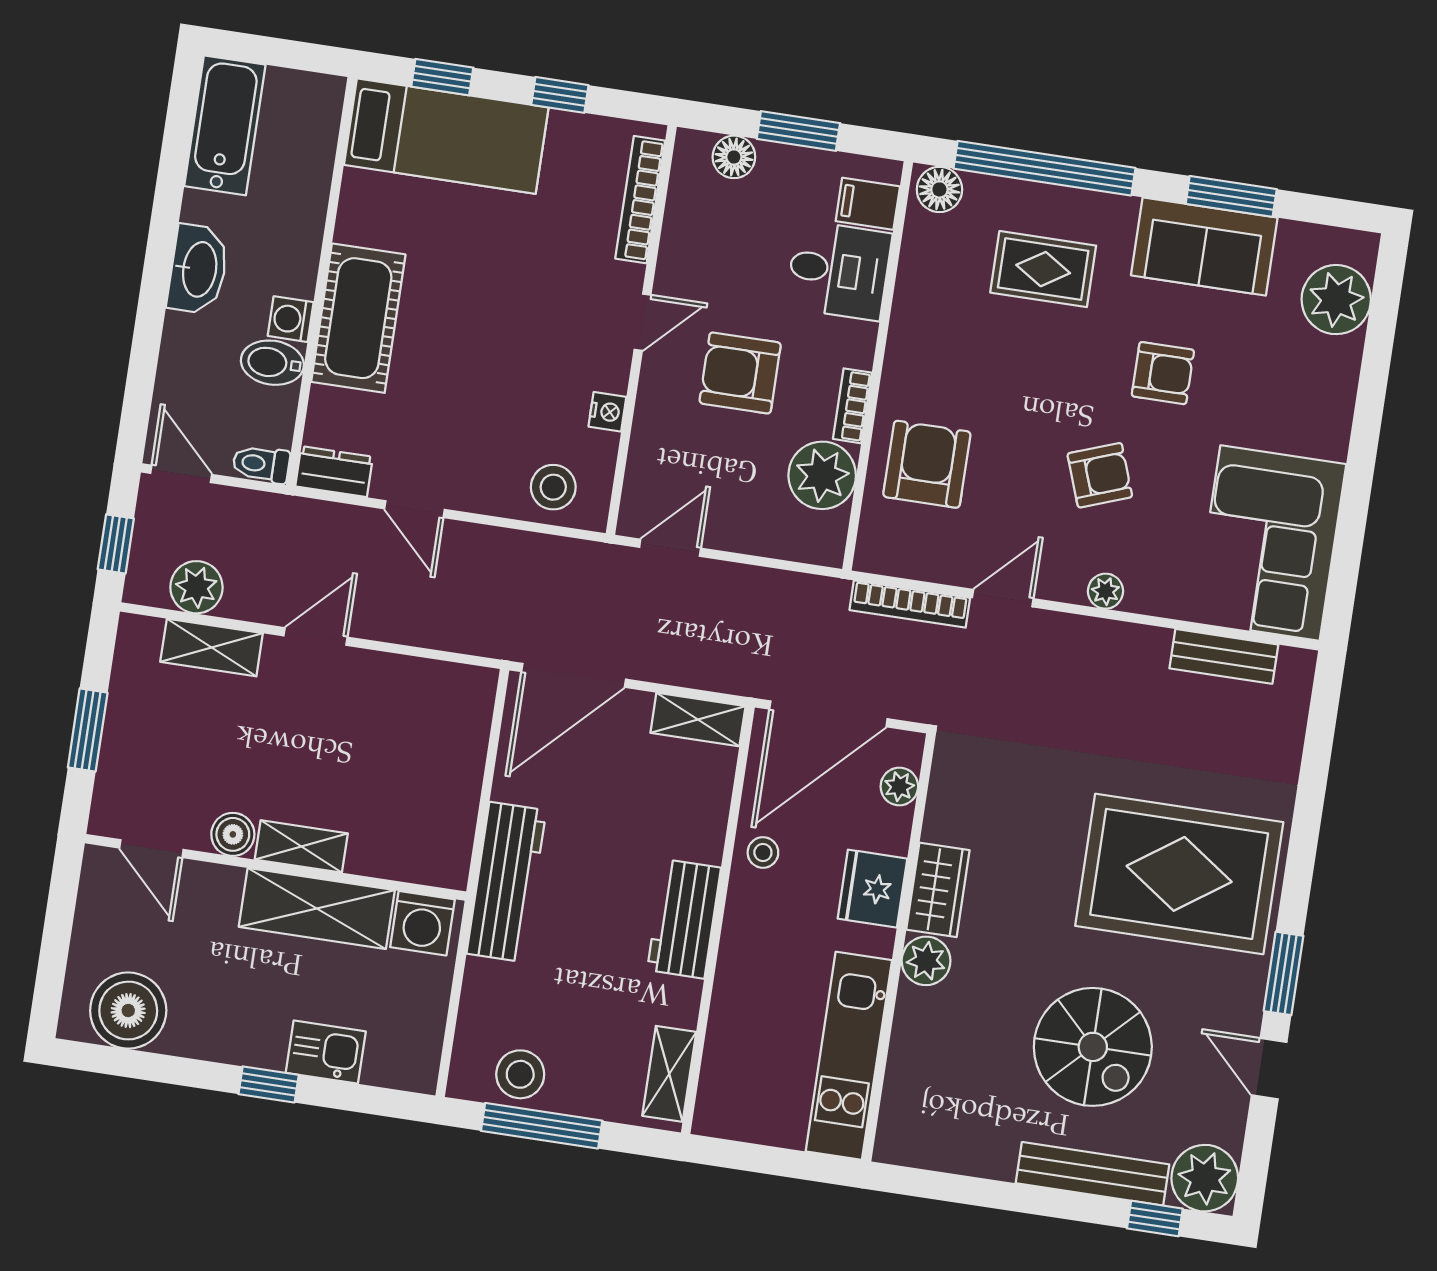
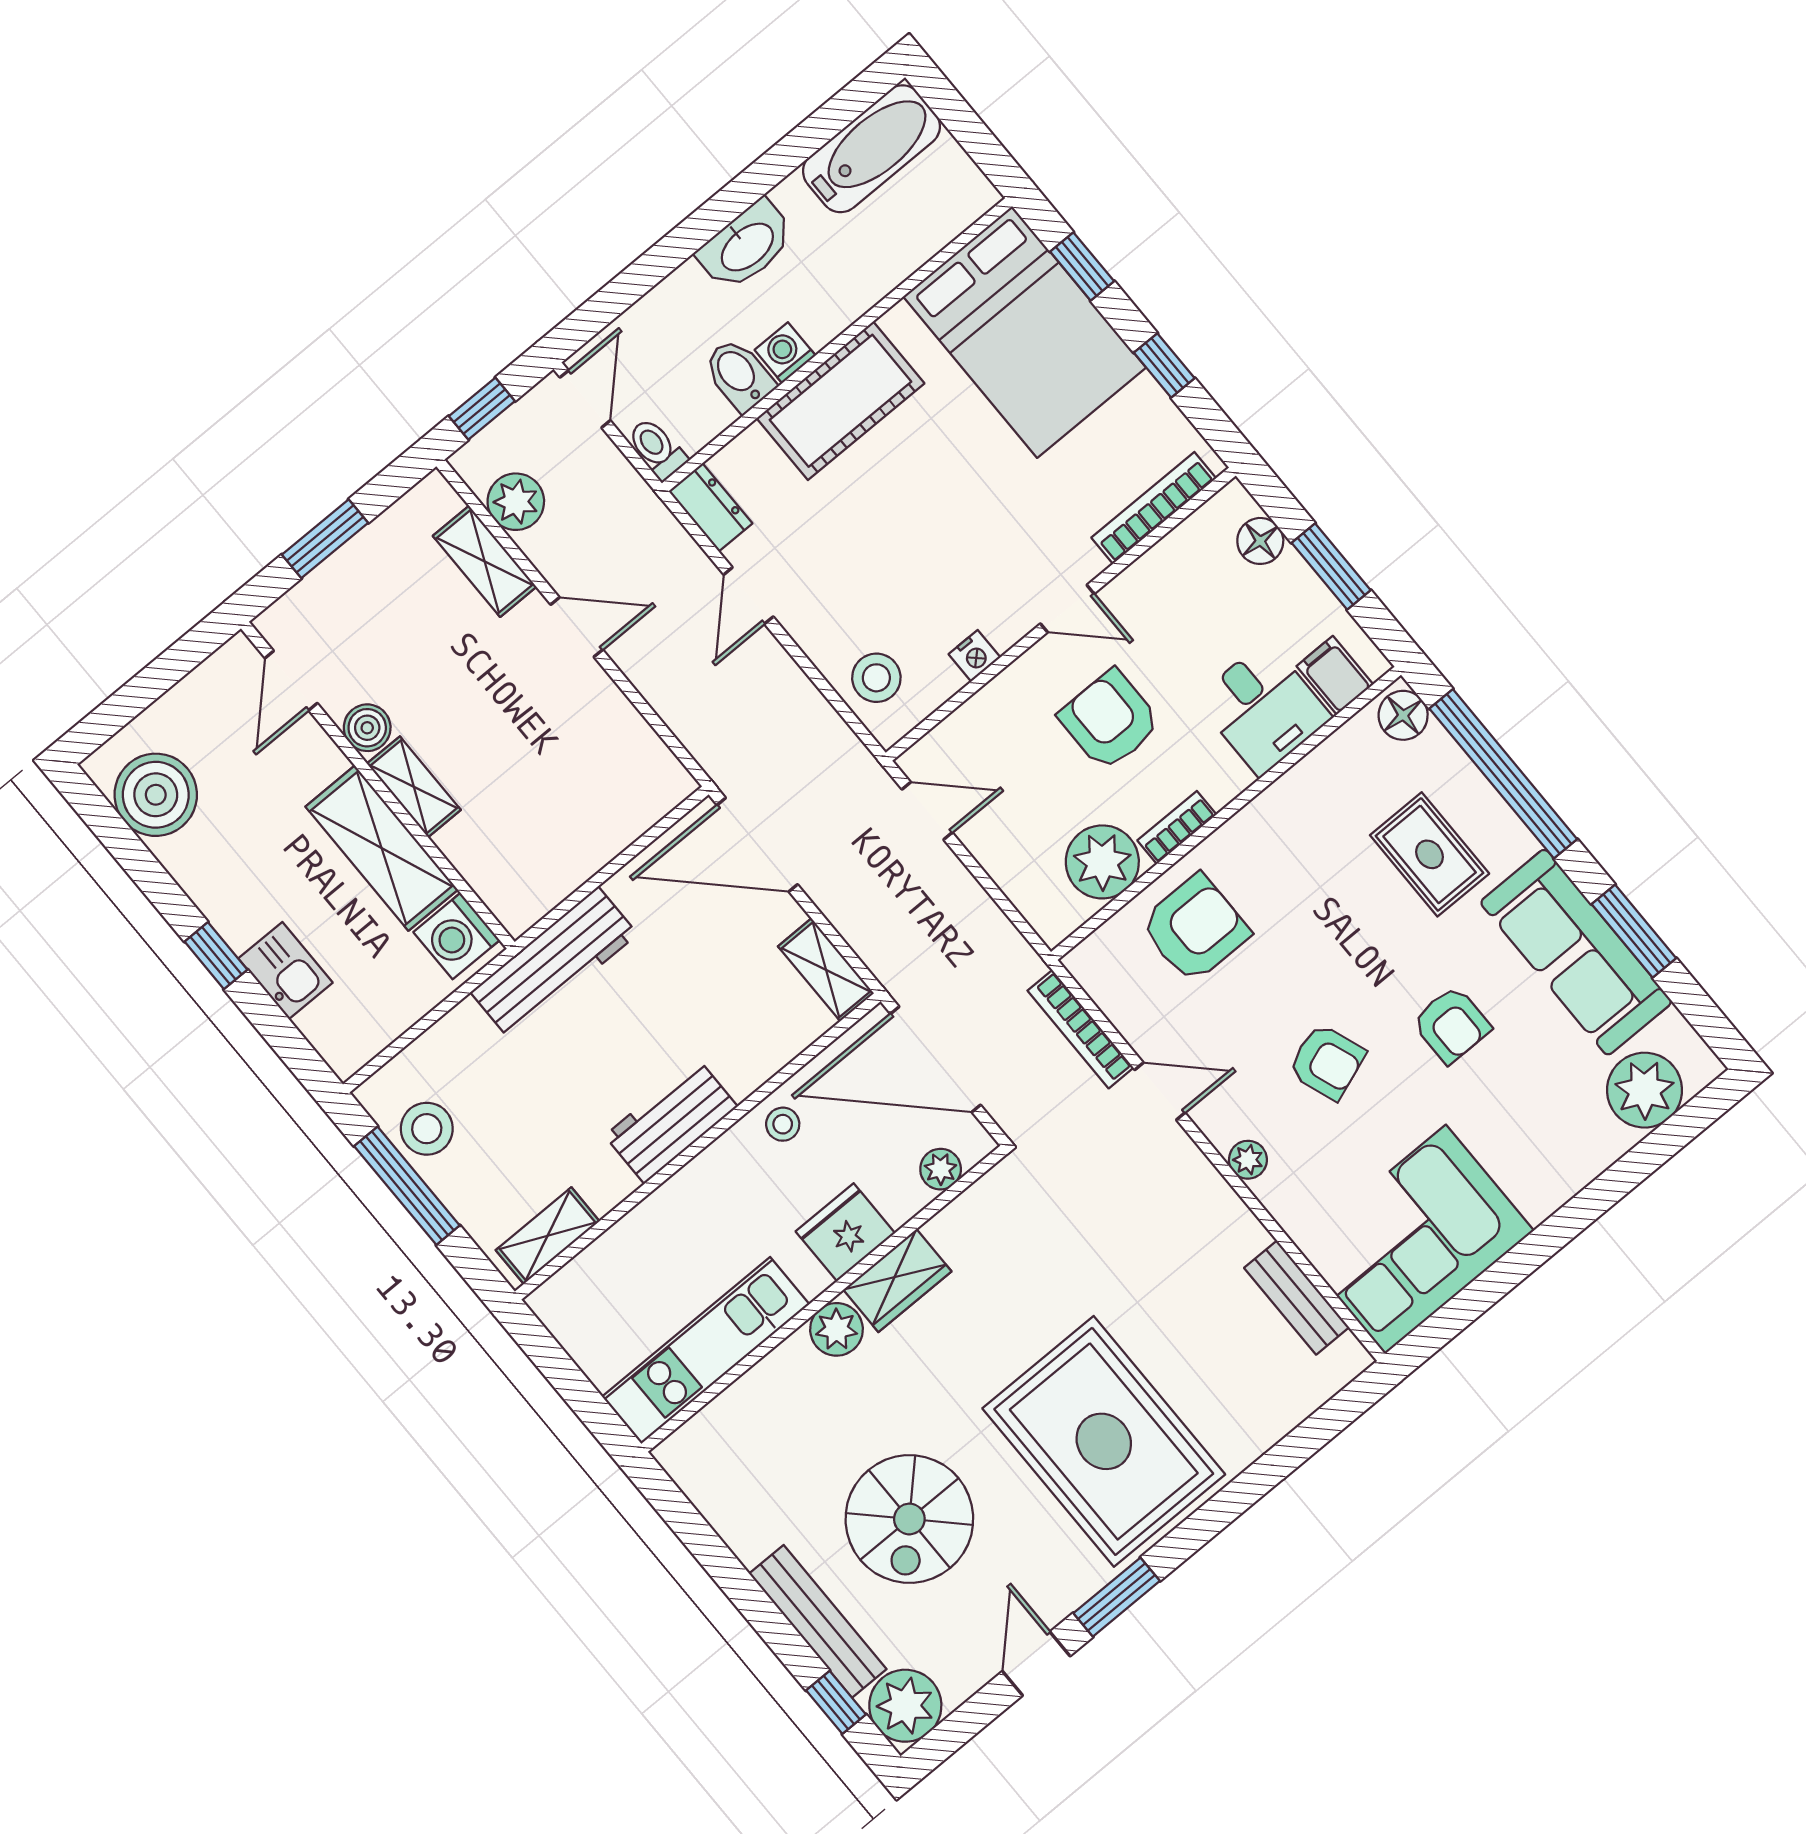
bed: (446, 136) -> (1025, 332), width x1.50
sofa: (1204, 246) -> (1576, 952), width x1.36

